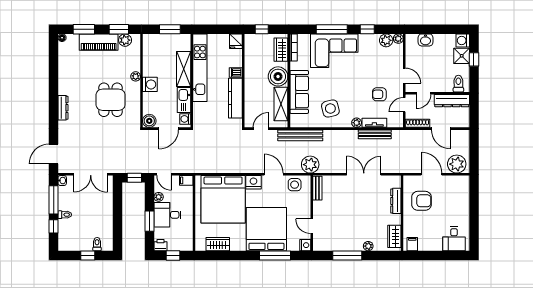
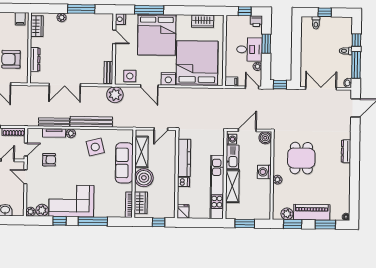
corner sofa: (334, 51) -> (71, 201), moved
bench: (300, 135) -> (91, 122), moved

